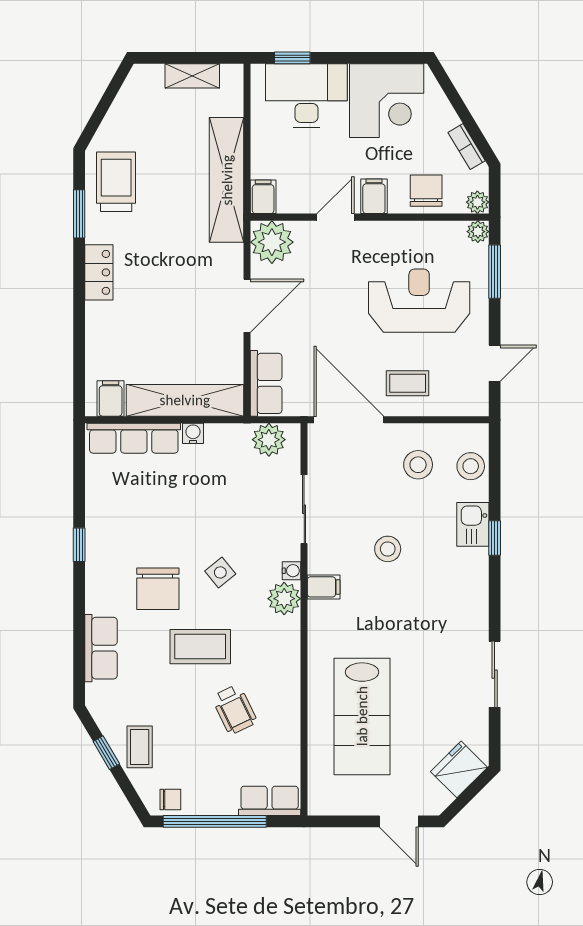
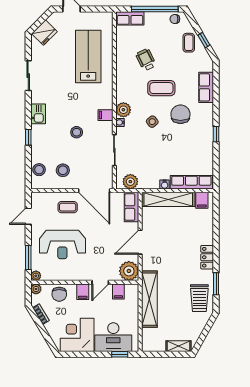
shelving: (192, 76) -> (178, 346), moved
filing cabinet: (263, 197) -> (118, 291), moved
kitchen sink: (473, 524) -> (38, 114), moved

